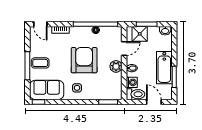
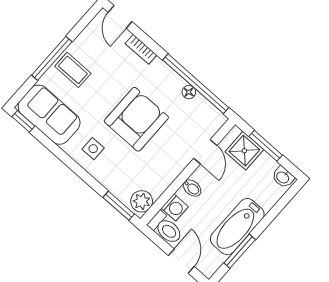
door: (124, 48) -> (205, 152), hinge flipped
plant: (116, 66) -> (142, 201), moved

